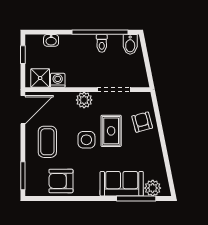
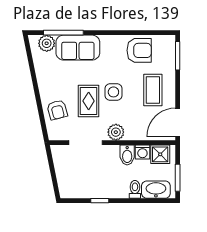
window: (100, 32) -> (100, 201), width x0.32
washbasin: (51, 40) -> (156, 190), width x1.91, depth x1.45
toilet: (102, 43) -> (135, 189), moved
bidet: (130, 44) -> (127, 155), moved, turned 180
window: (23, 55) -> (178, 178), width x1.50

